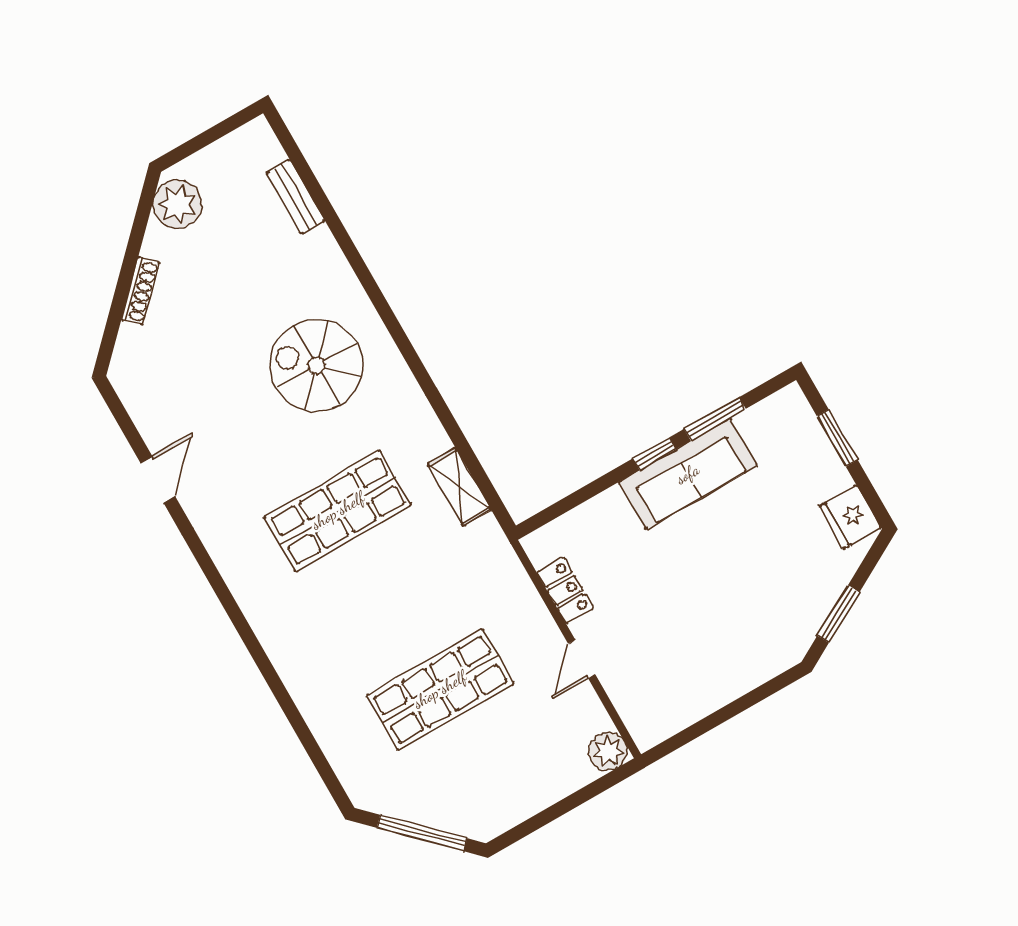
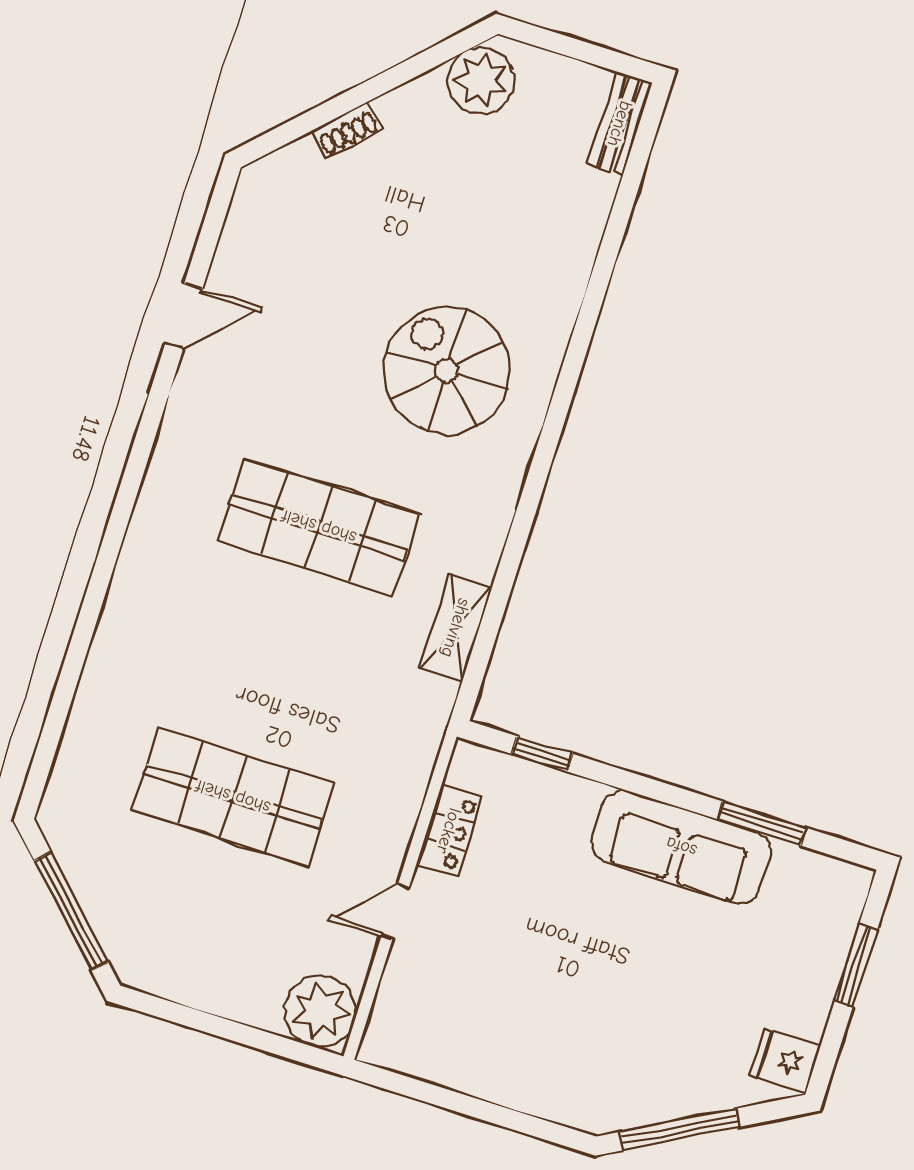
bench: (296, 197) -> (620, 124), moved
shoe rack: (140, 291) -> (347, 130), width x0.70
window: (655, 454) -> (542, 754), moved
fridge: (850, 517) -> (785, 1060), width x0.72
window: (839, 614) -> (679, 1129), width x1.44
plant: (608, 751) -> (320, 1012), width x1.36, depth x1.36

